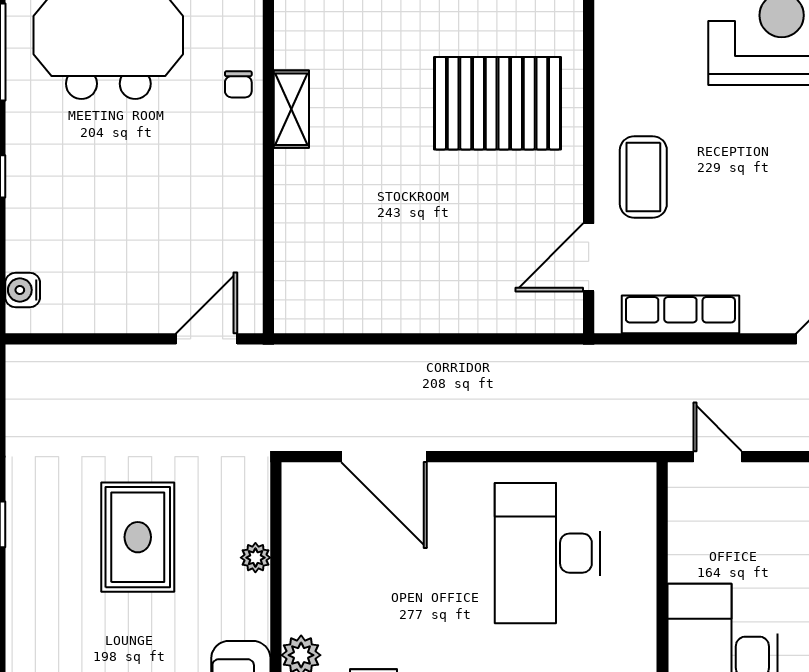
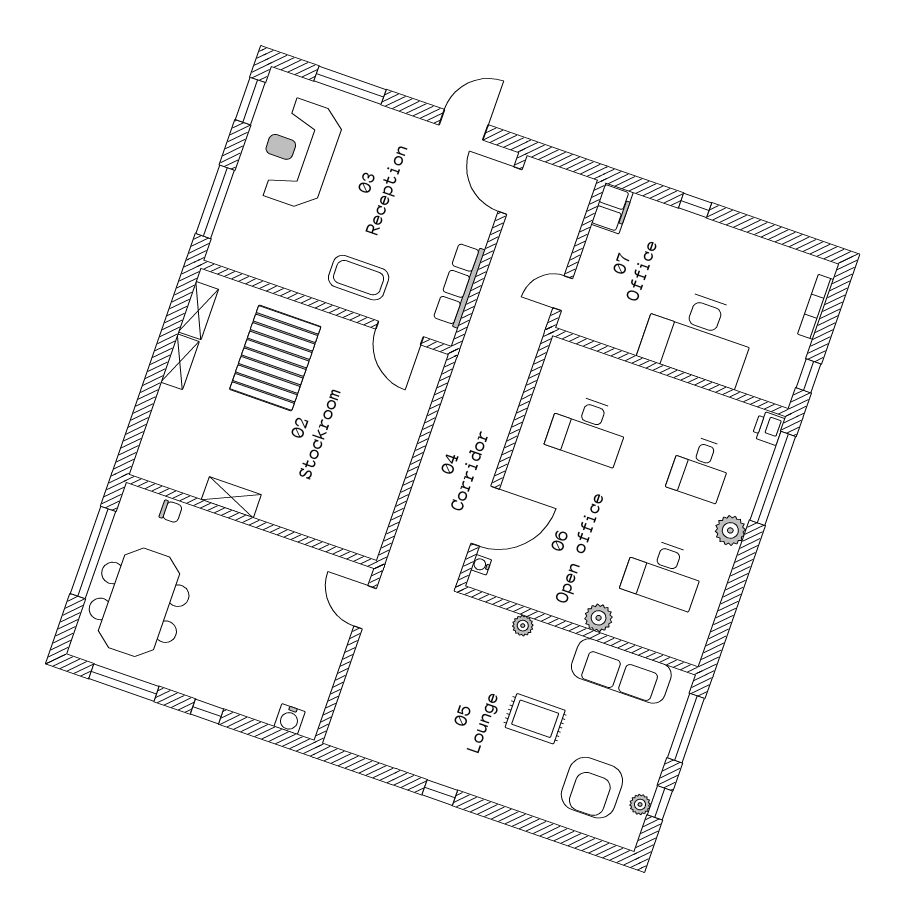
chair: (238, 84) -> (171, 511), moved
water cooler: (317, 474) -> (481, 565), added
rug: (138, 537) -> (535, 719), moved, width x0.73, depth x0.70
desk: (548, 553) -> (588, 429), width x0.73, depth x0.77

